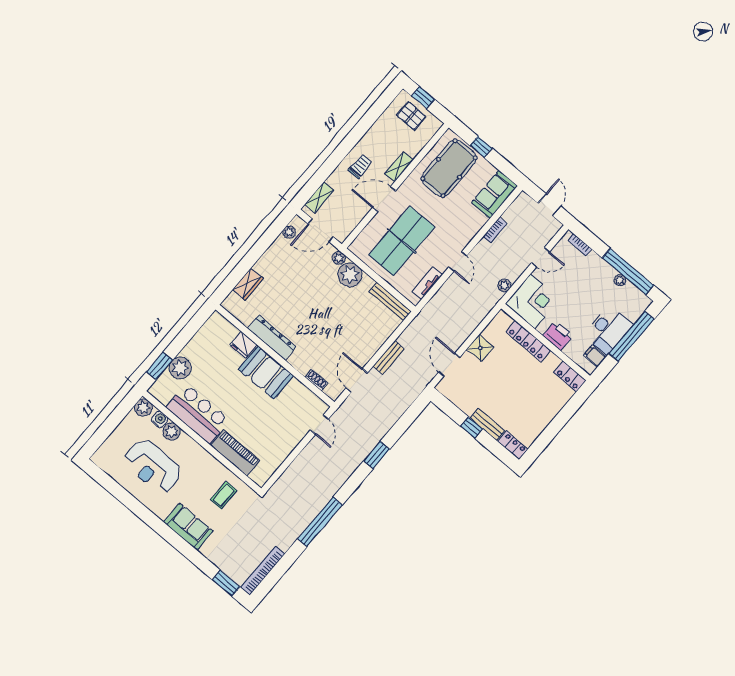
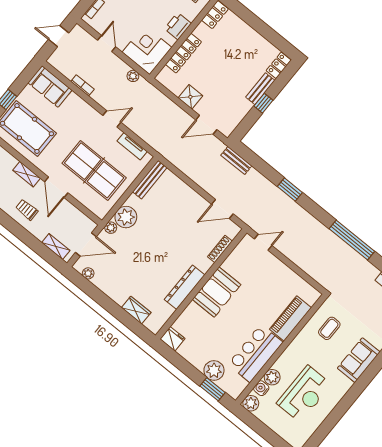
door: (321, 230) -> (86, 245), hinge flipped
fridge: (243, 345) -> (172, 339), moved, turned -90
bench: (389, 358) -> (236, 160), moved
shoe rack: (316, 380) -> (220, 249), width x1.43
coffee table: (224, 495) -> (329, 328), turned 90

